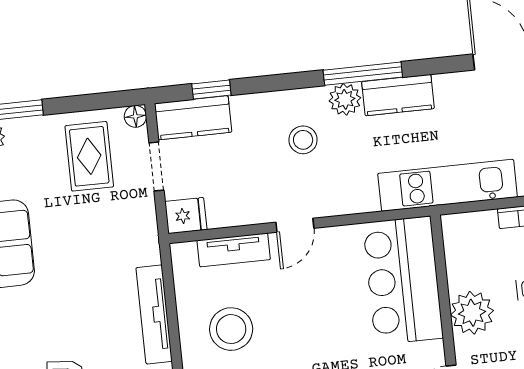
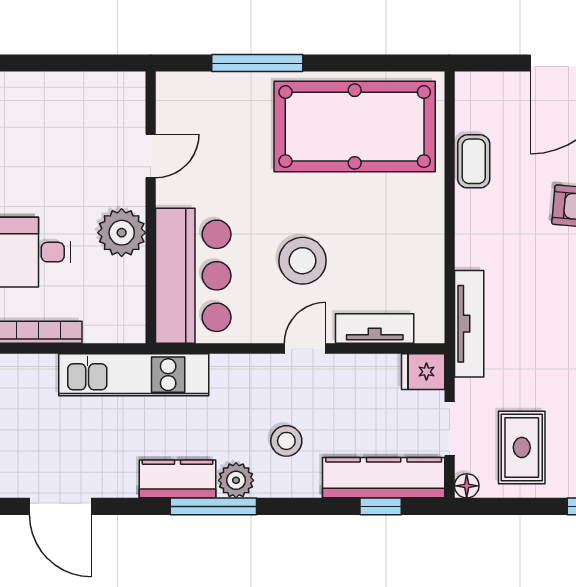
kitchen counter: (193, 118) -> (384, 478), width x1.50
tv unit: (154, 314) -> (469, 324), moved
stool: (231, 329) -> (302, 261), moved

